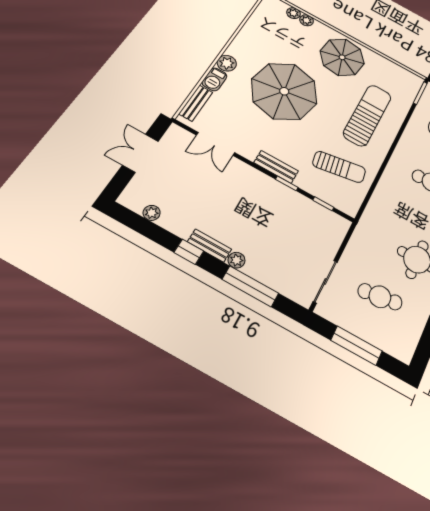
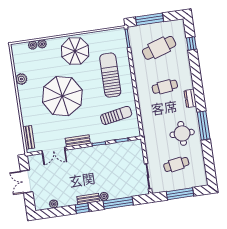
plant: (227, 63) -> (21, 79), moved
barbecue: (214, 79) -> (27, 118), removed
bench: (276, 167) -> (78, 141), moved

